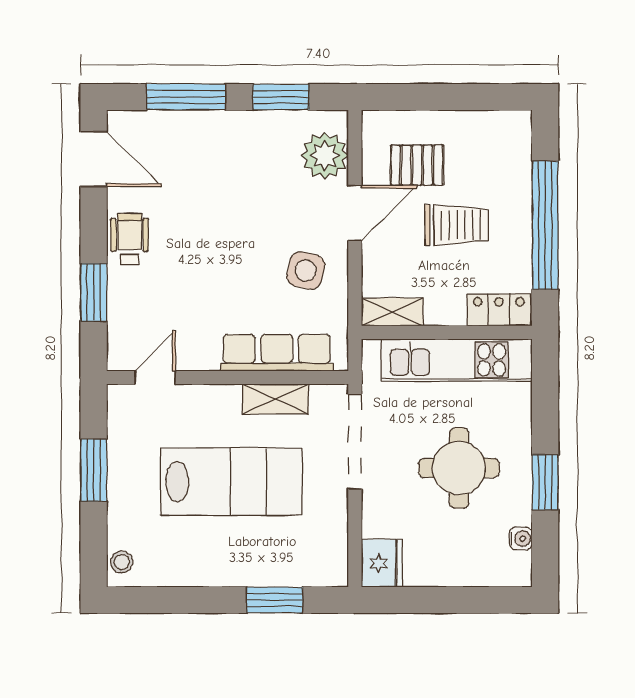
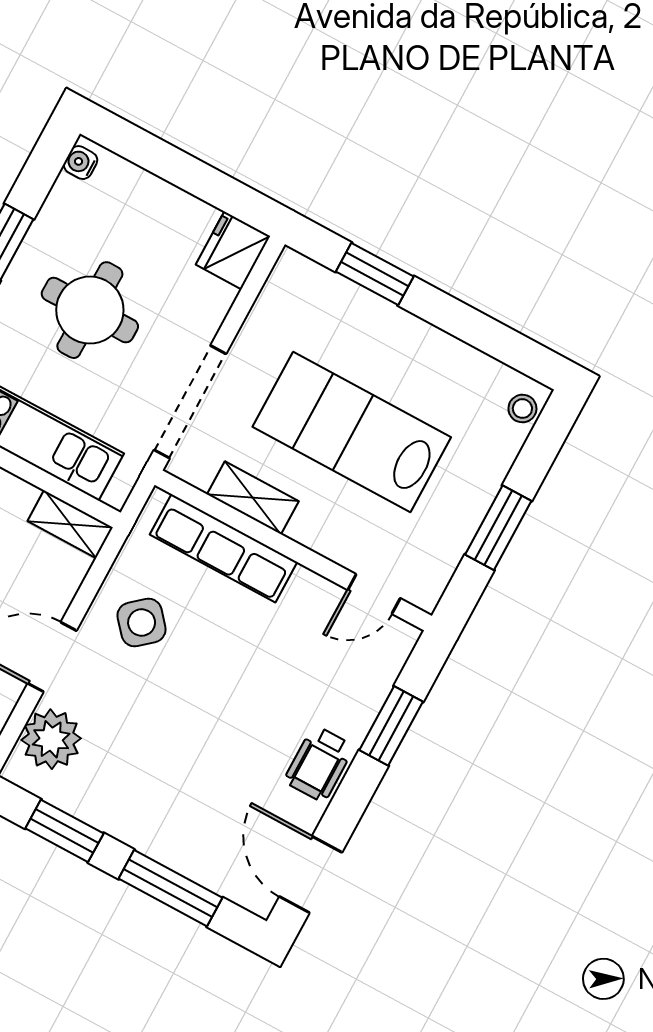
side table: (306, 270) -> (142, 623), turned 36
water cooler: (521, 539) -> (81, 163), moved

